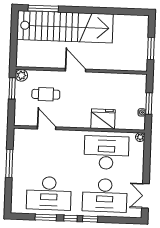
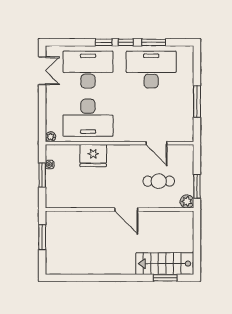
window: (43, 8) -> (165, 278), width x0.69
stairs: (65, 27) -> (165, 264), width x0.54, depth x0.66

